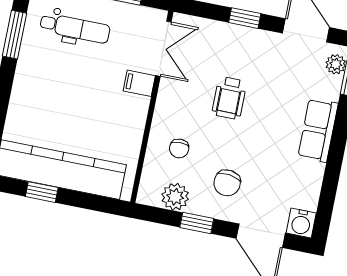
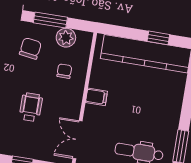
filing cabinet: (139, 83) -> (96, 97), moved
window: (197, 223) -> (50, 20), width x1.50

